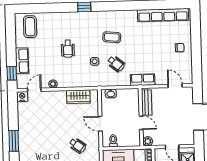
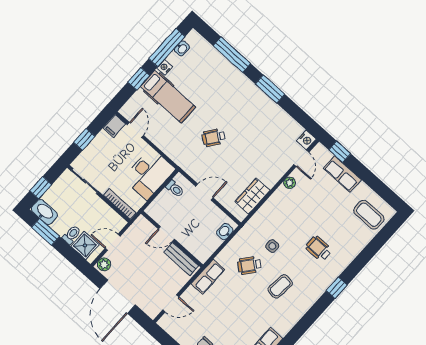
wheelchair: (68, 49) -> (319, 249), moved
plant: (148, 141) -> (104, 264), moved
wheelchair: (78, 145) -> (214, 138), moved

